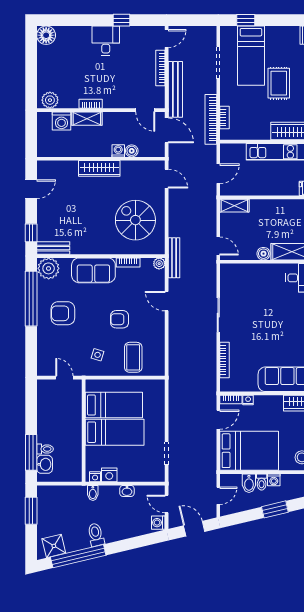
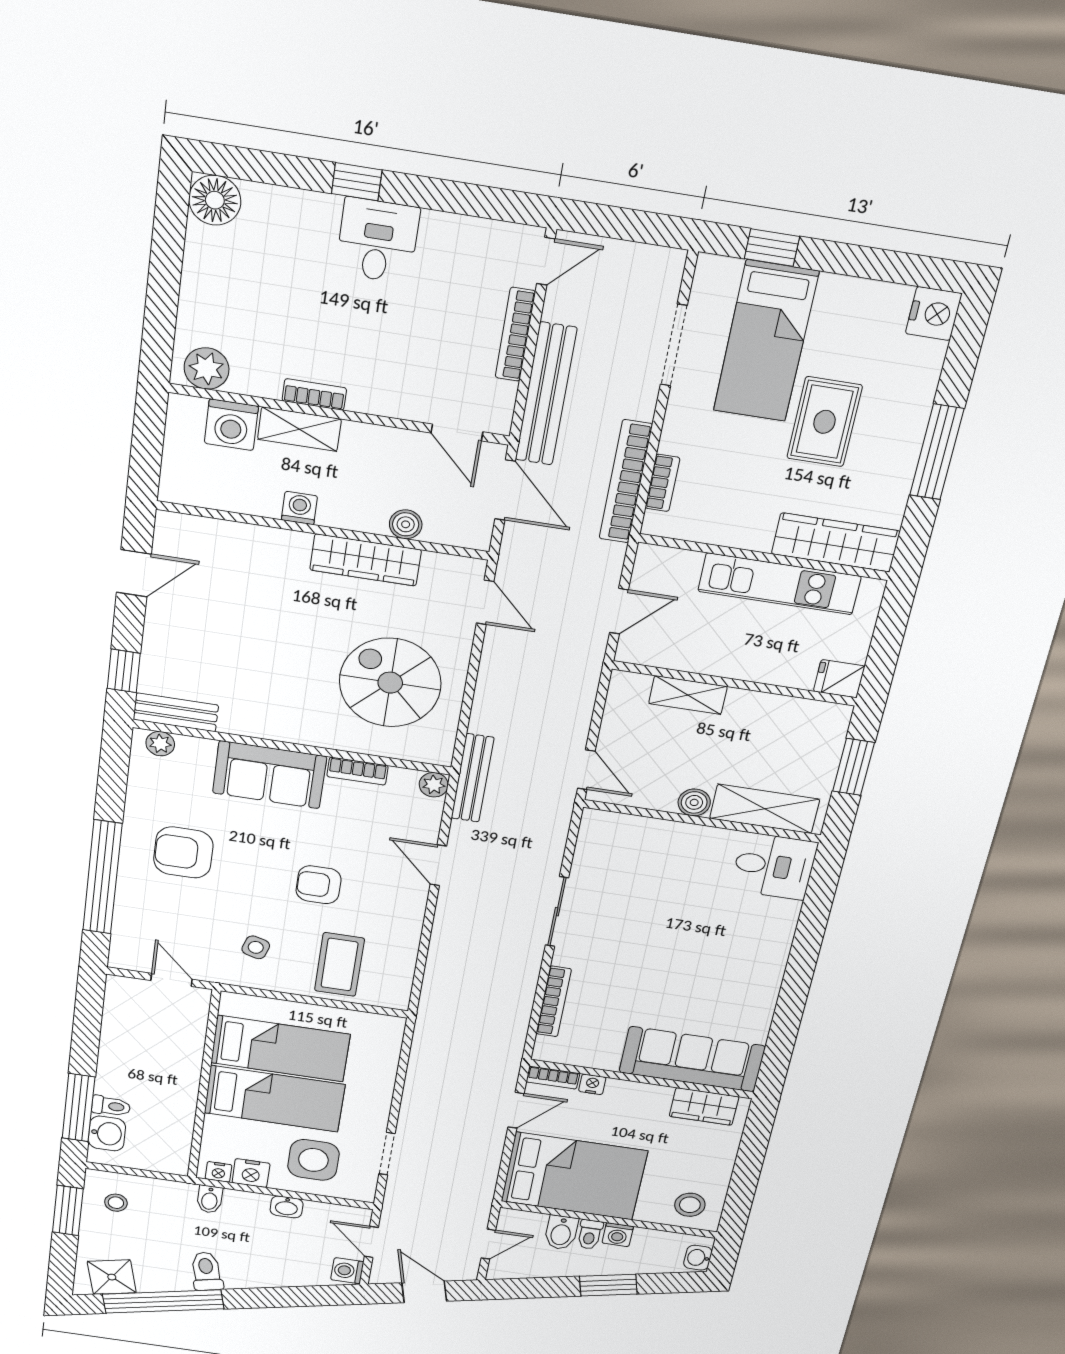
window: (122, 20) -> (357, 182), moved
washing machine: (118, 151) -> (299, 508), moved
wardrobe: (99, 168) -> (366, 560), moved
shelving: (234, 206) -> (688, 695), moved
plant: (49, 268) -> (160, 744), width x0.53, depth x0.53
window: (31, 299) -> (102, 877), moved
side table: (135, 463) -> (313, 1160), added
stool: (52, 502) -> (116, 1203), added

